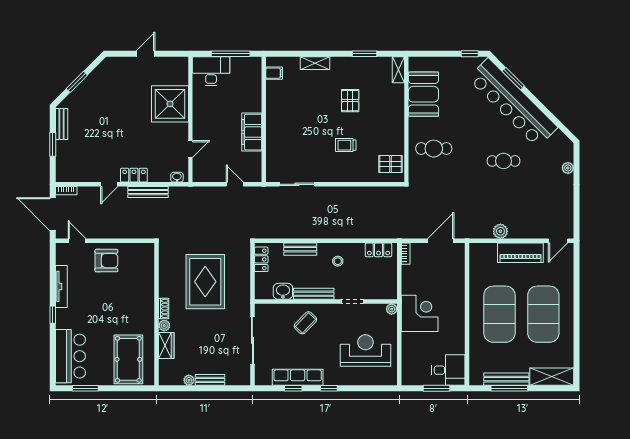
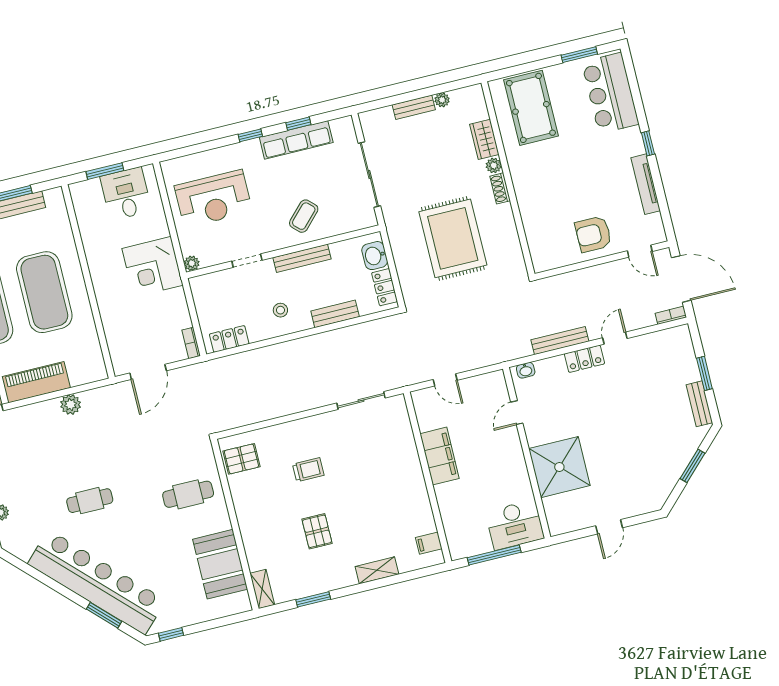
washbasin: (283, 291) -> (375, 256), moved, turned 90
desk: (448, 370) -> (126, 194), moved, turned 90

